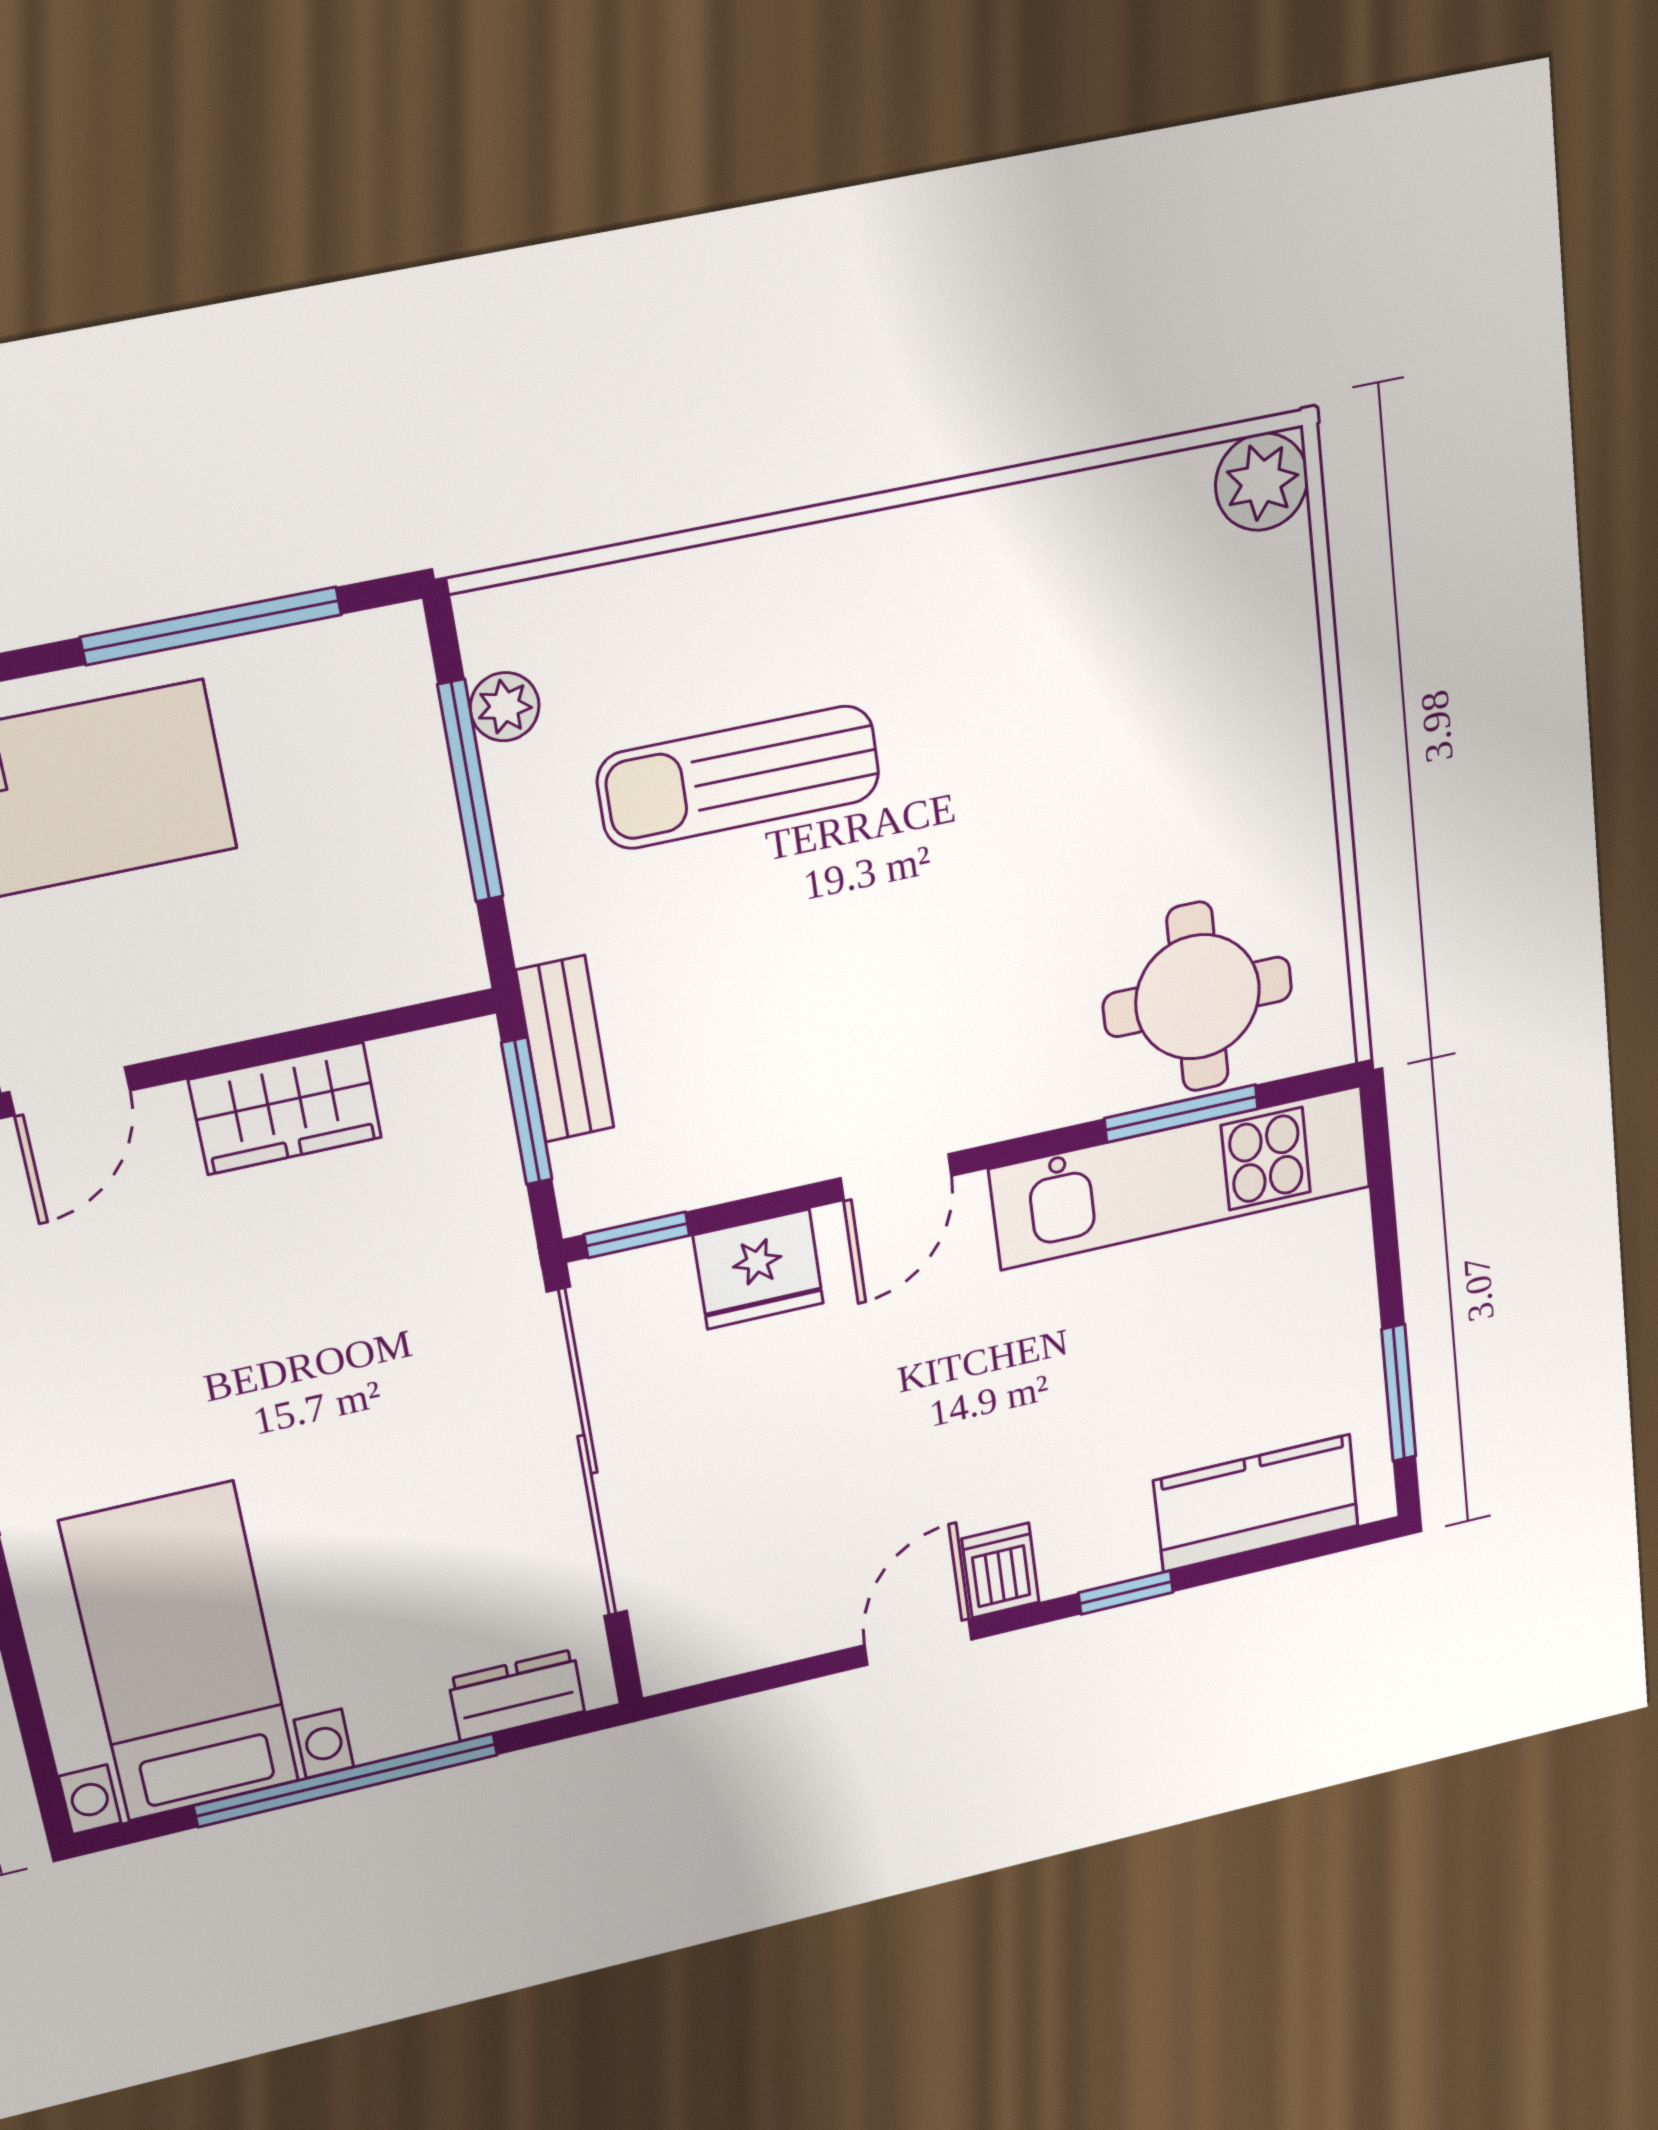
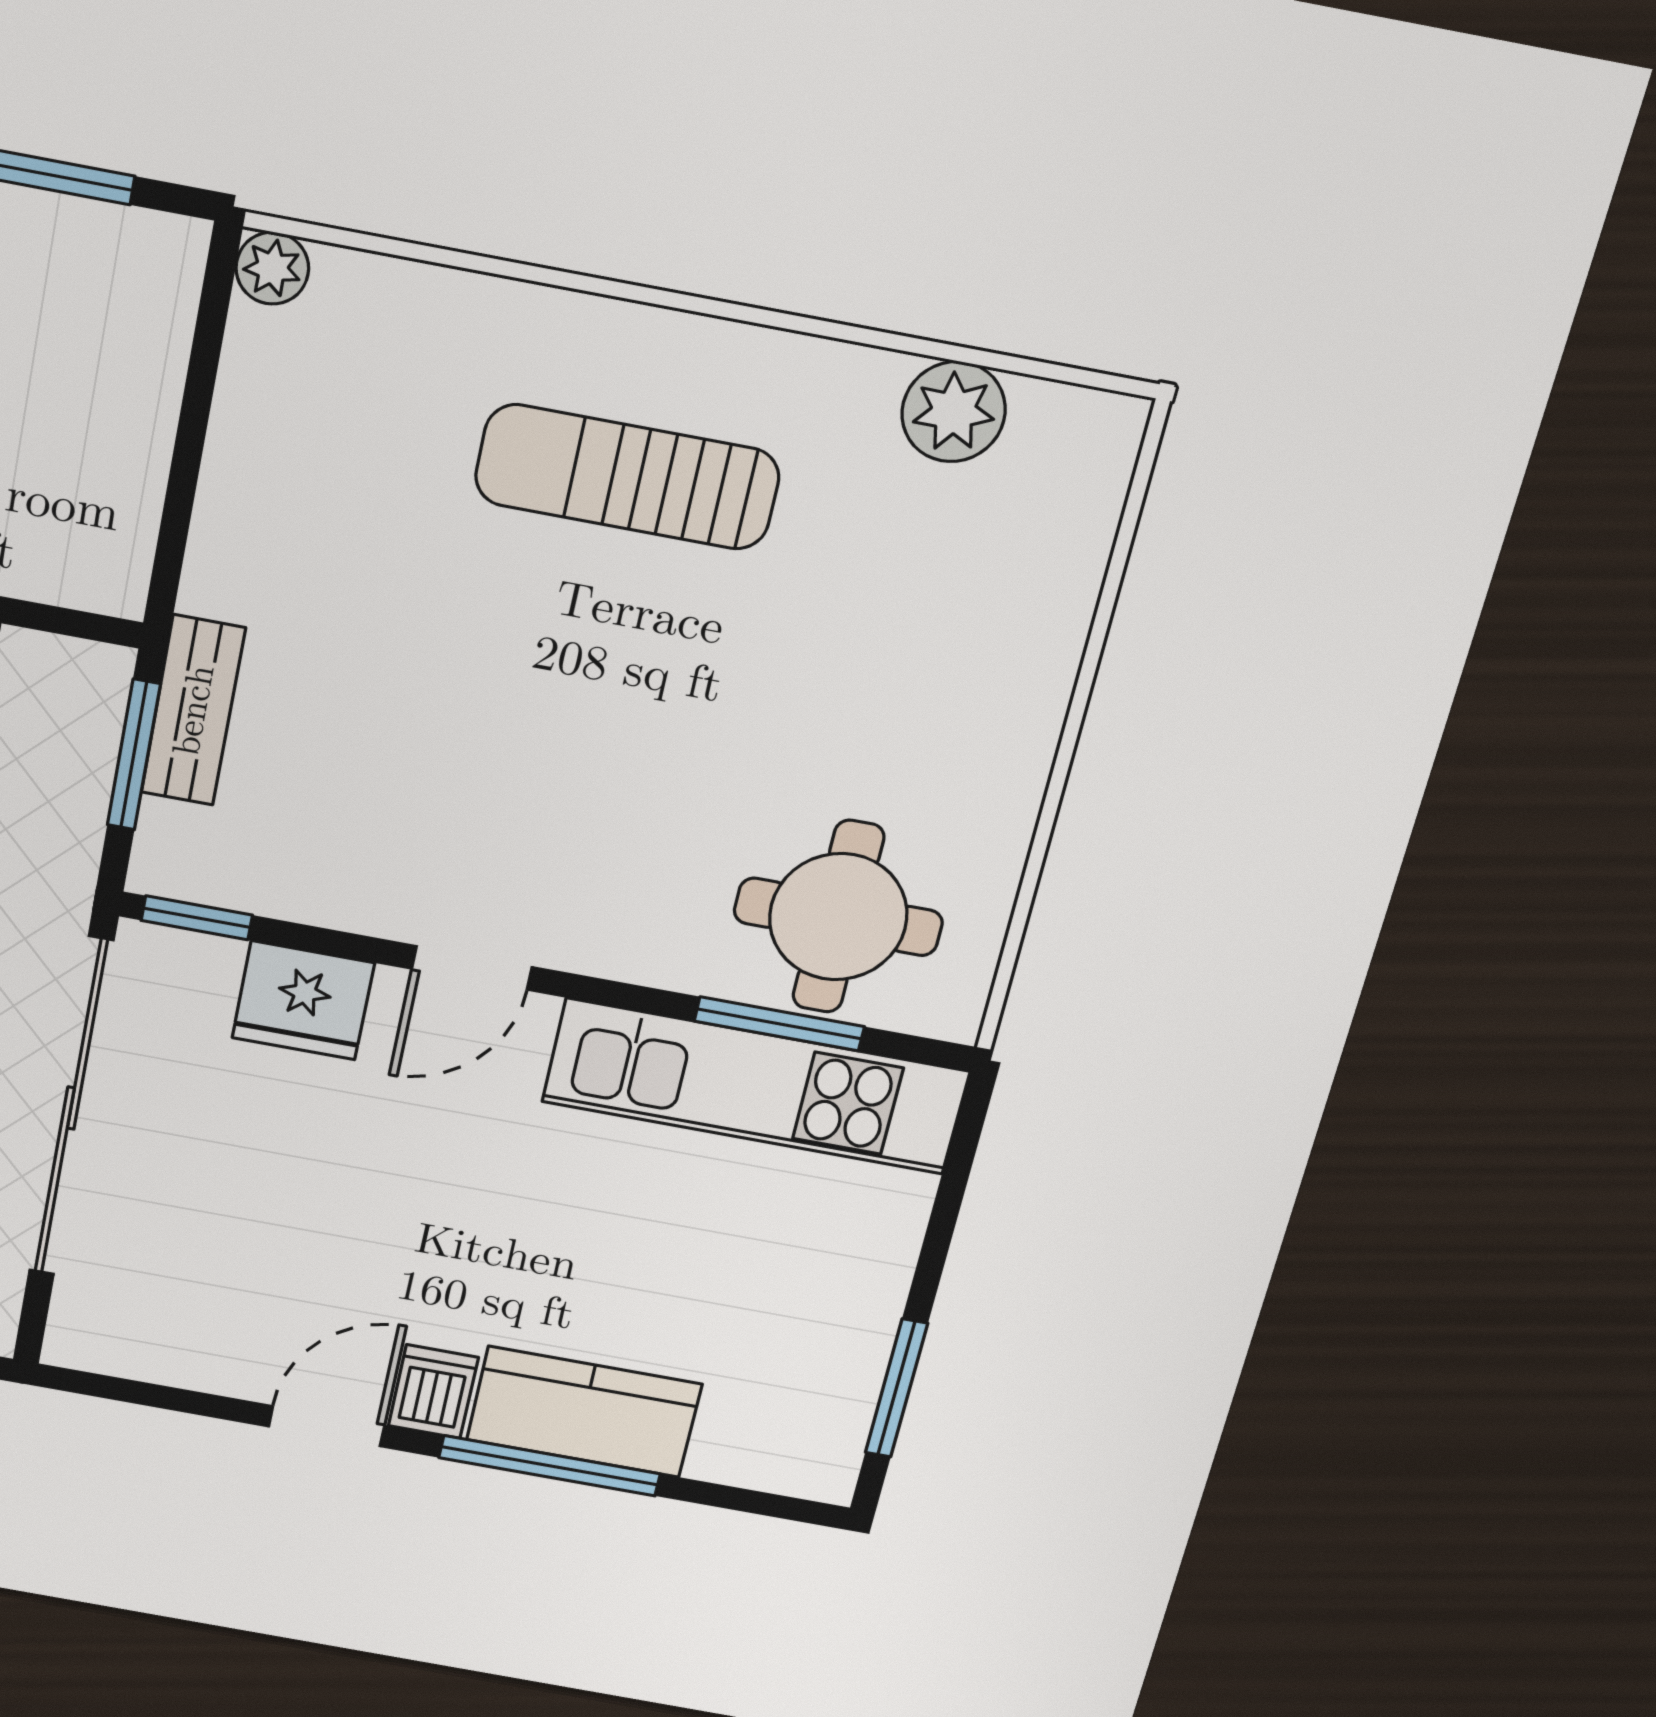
plant: (1262, 482) -> (954, 412), moved
plant: (505, 707) -> (272, 268), moved
sun lounger: (739, 777) -> (627, 477), moved
window: (470, 791) -> (193, 425), removed
kitchen counter: (1256, 1503) -> (584, 1412), moved
window: (1126, 1592) -> (550, 1466), width x2.17

